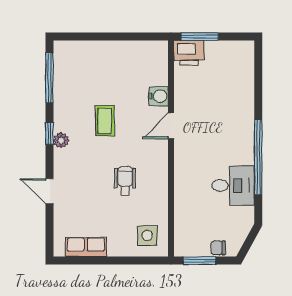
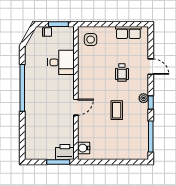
water cooler: (159, 96) -> (84, 148), moved
wheelchair: (125, 181) -> (122, 73), moved
desk: (233, 185) -> (61, 62), moved, turned 180

